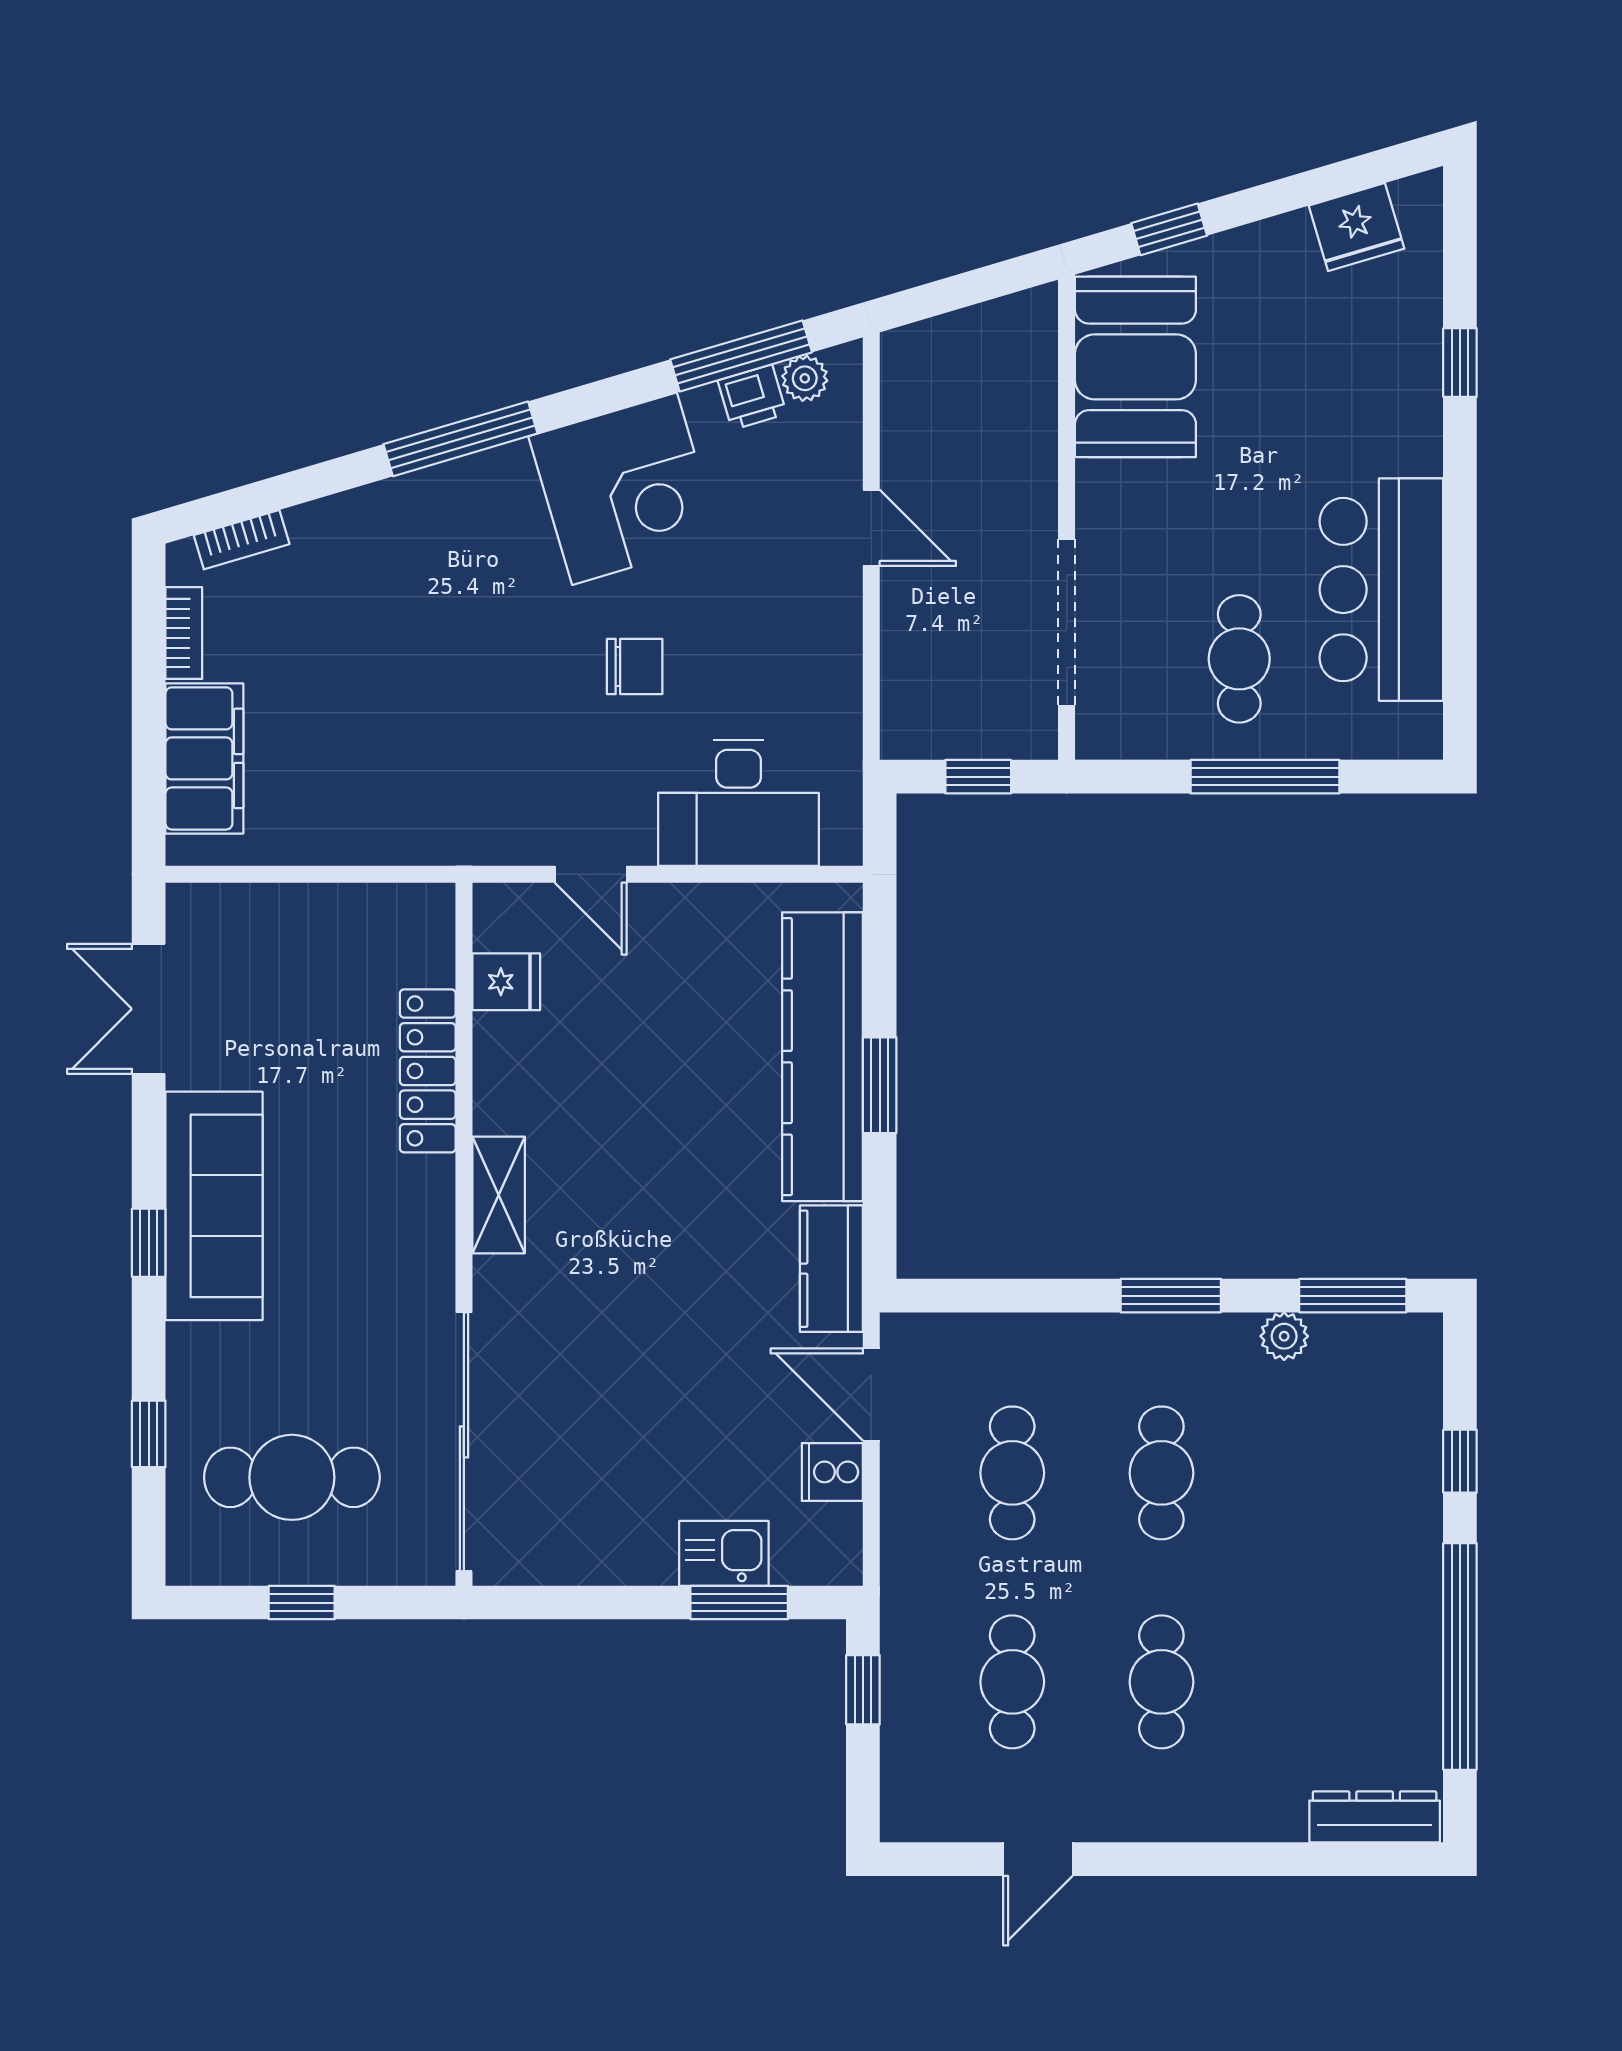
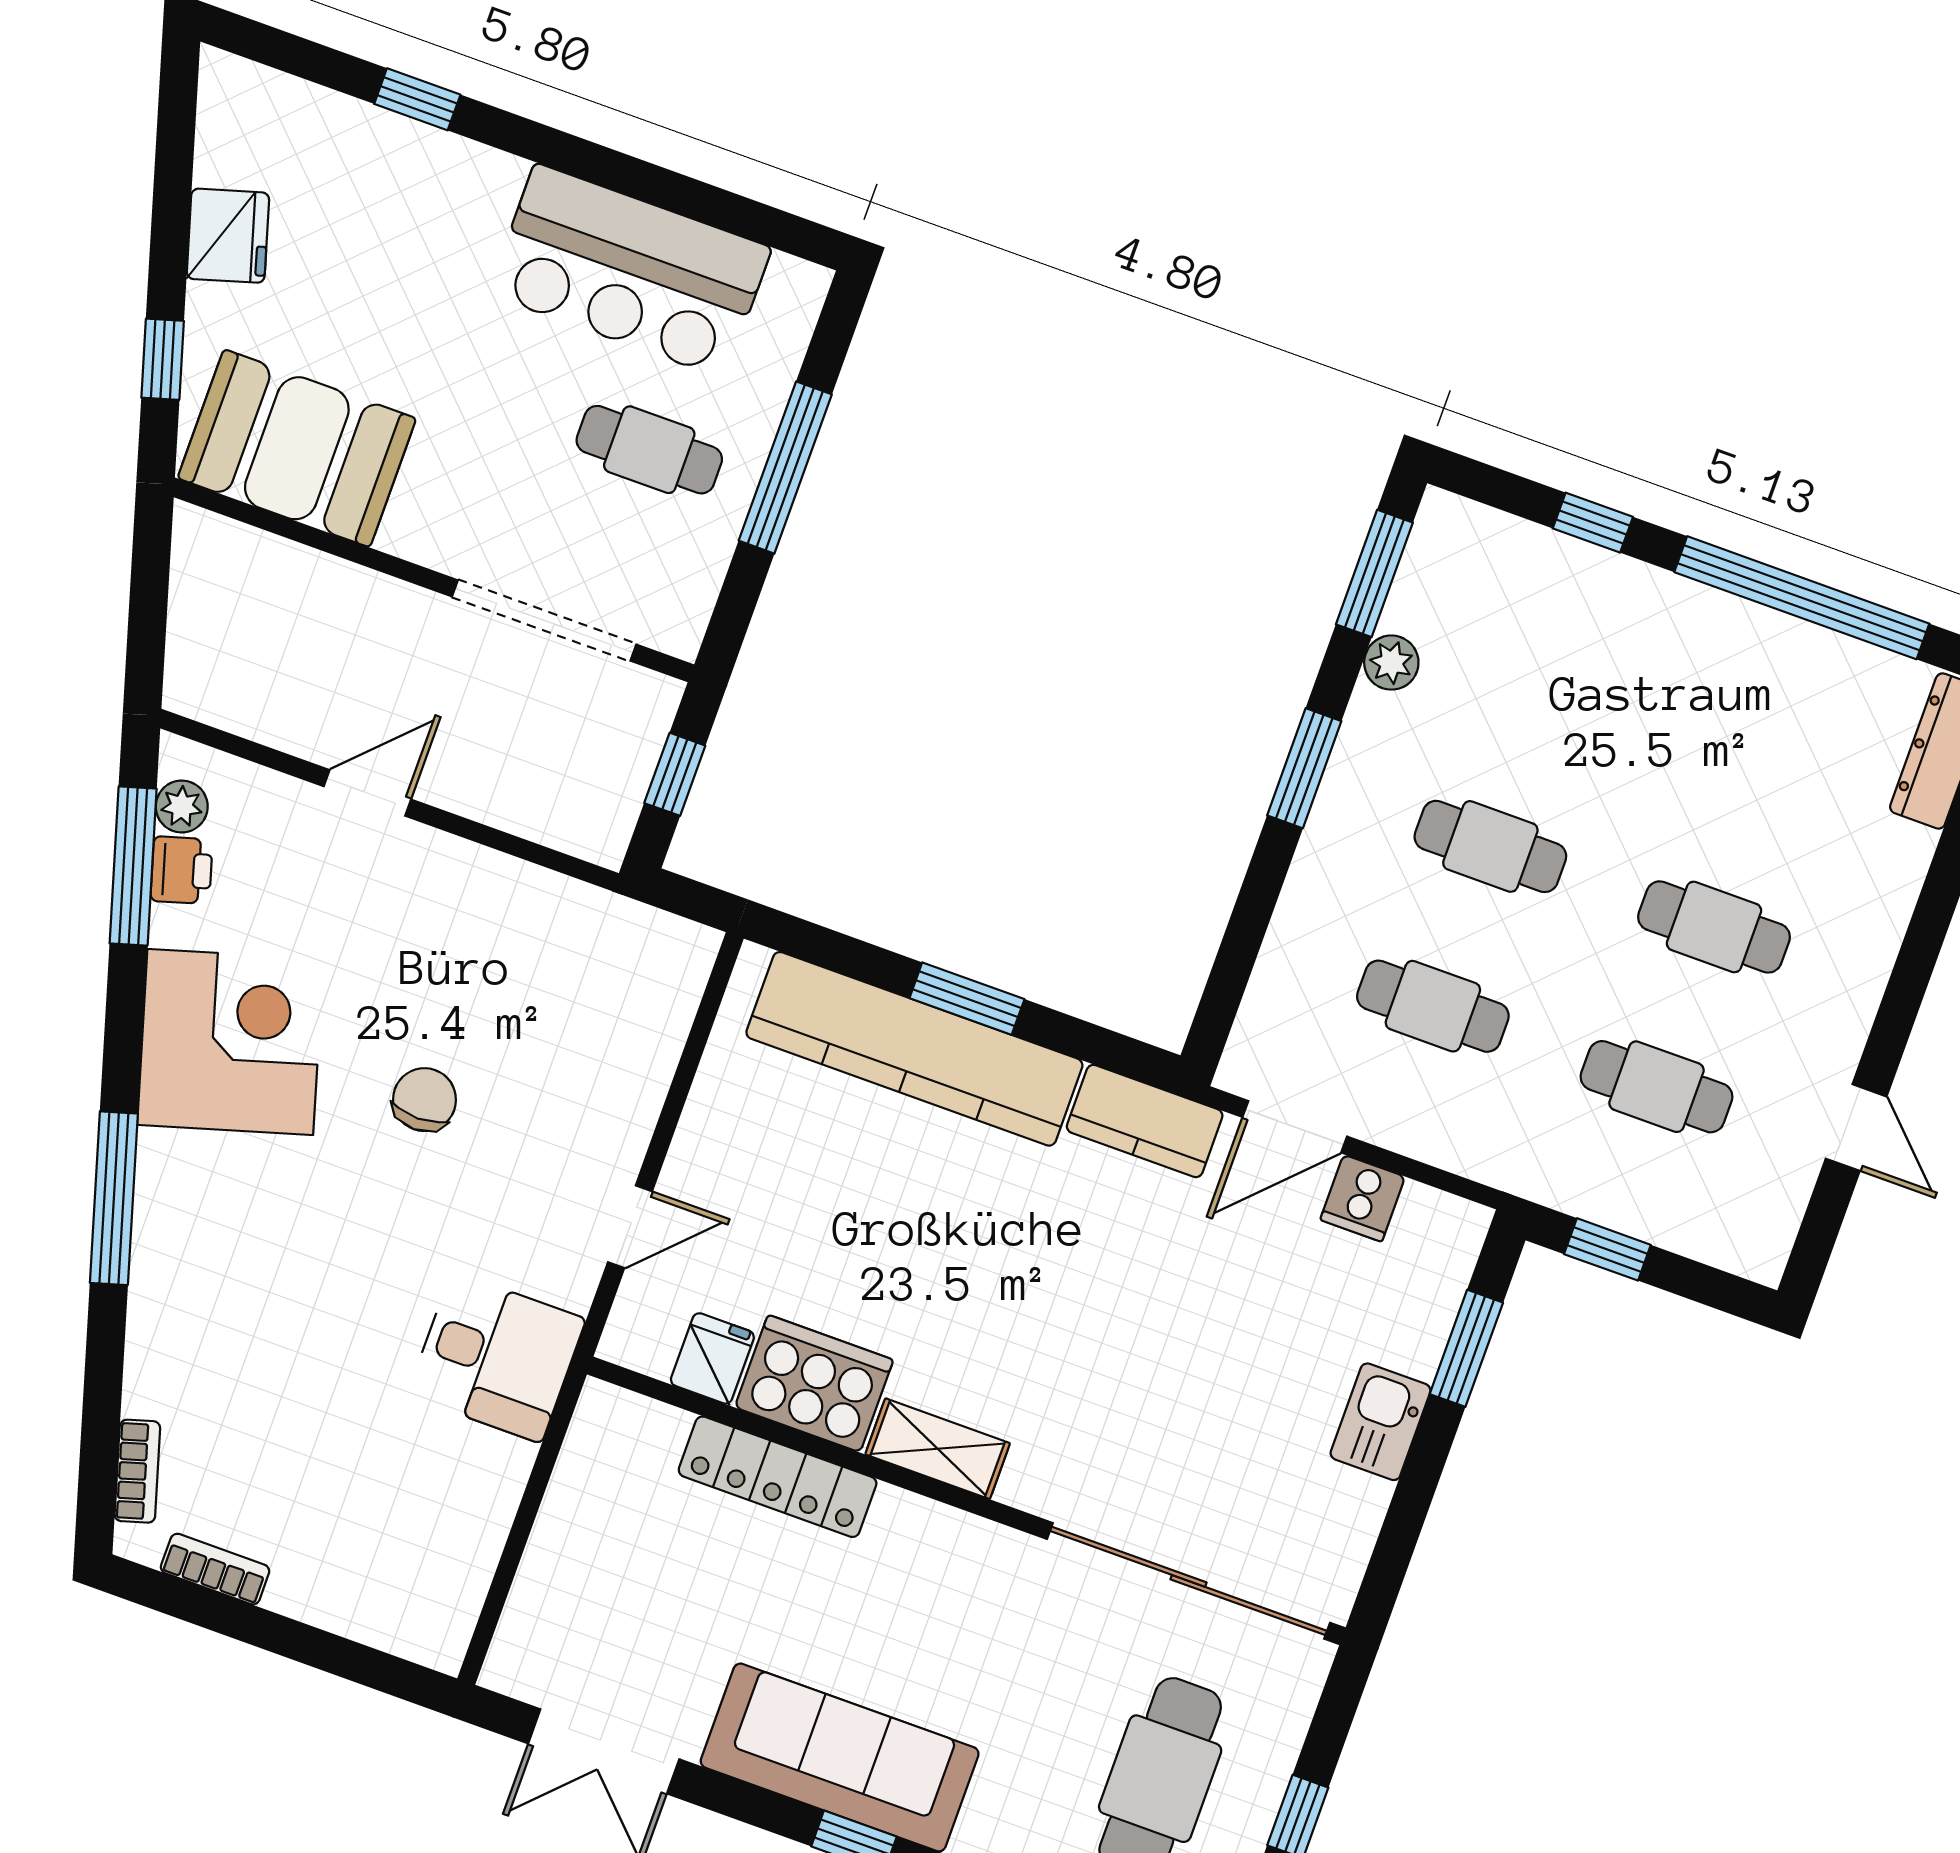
fridge: (1357, 227) -> (228, 236), moved
filing cabinet: (204, 758) -> (357, 1595), removed
desk: (739, 803) -> (497, 1357), moved, width x0.73
cooker: (516, 1073) -> (814, 1384), added
kitchen sink: (724, 1553) -> (1380, 1422), moved

